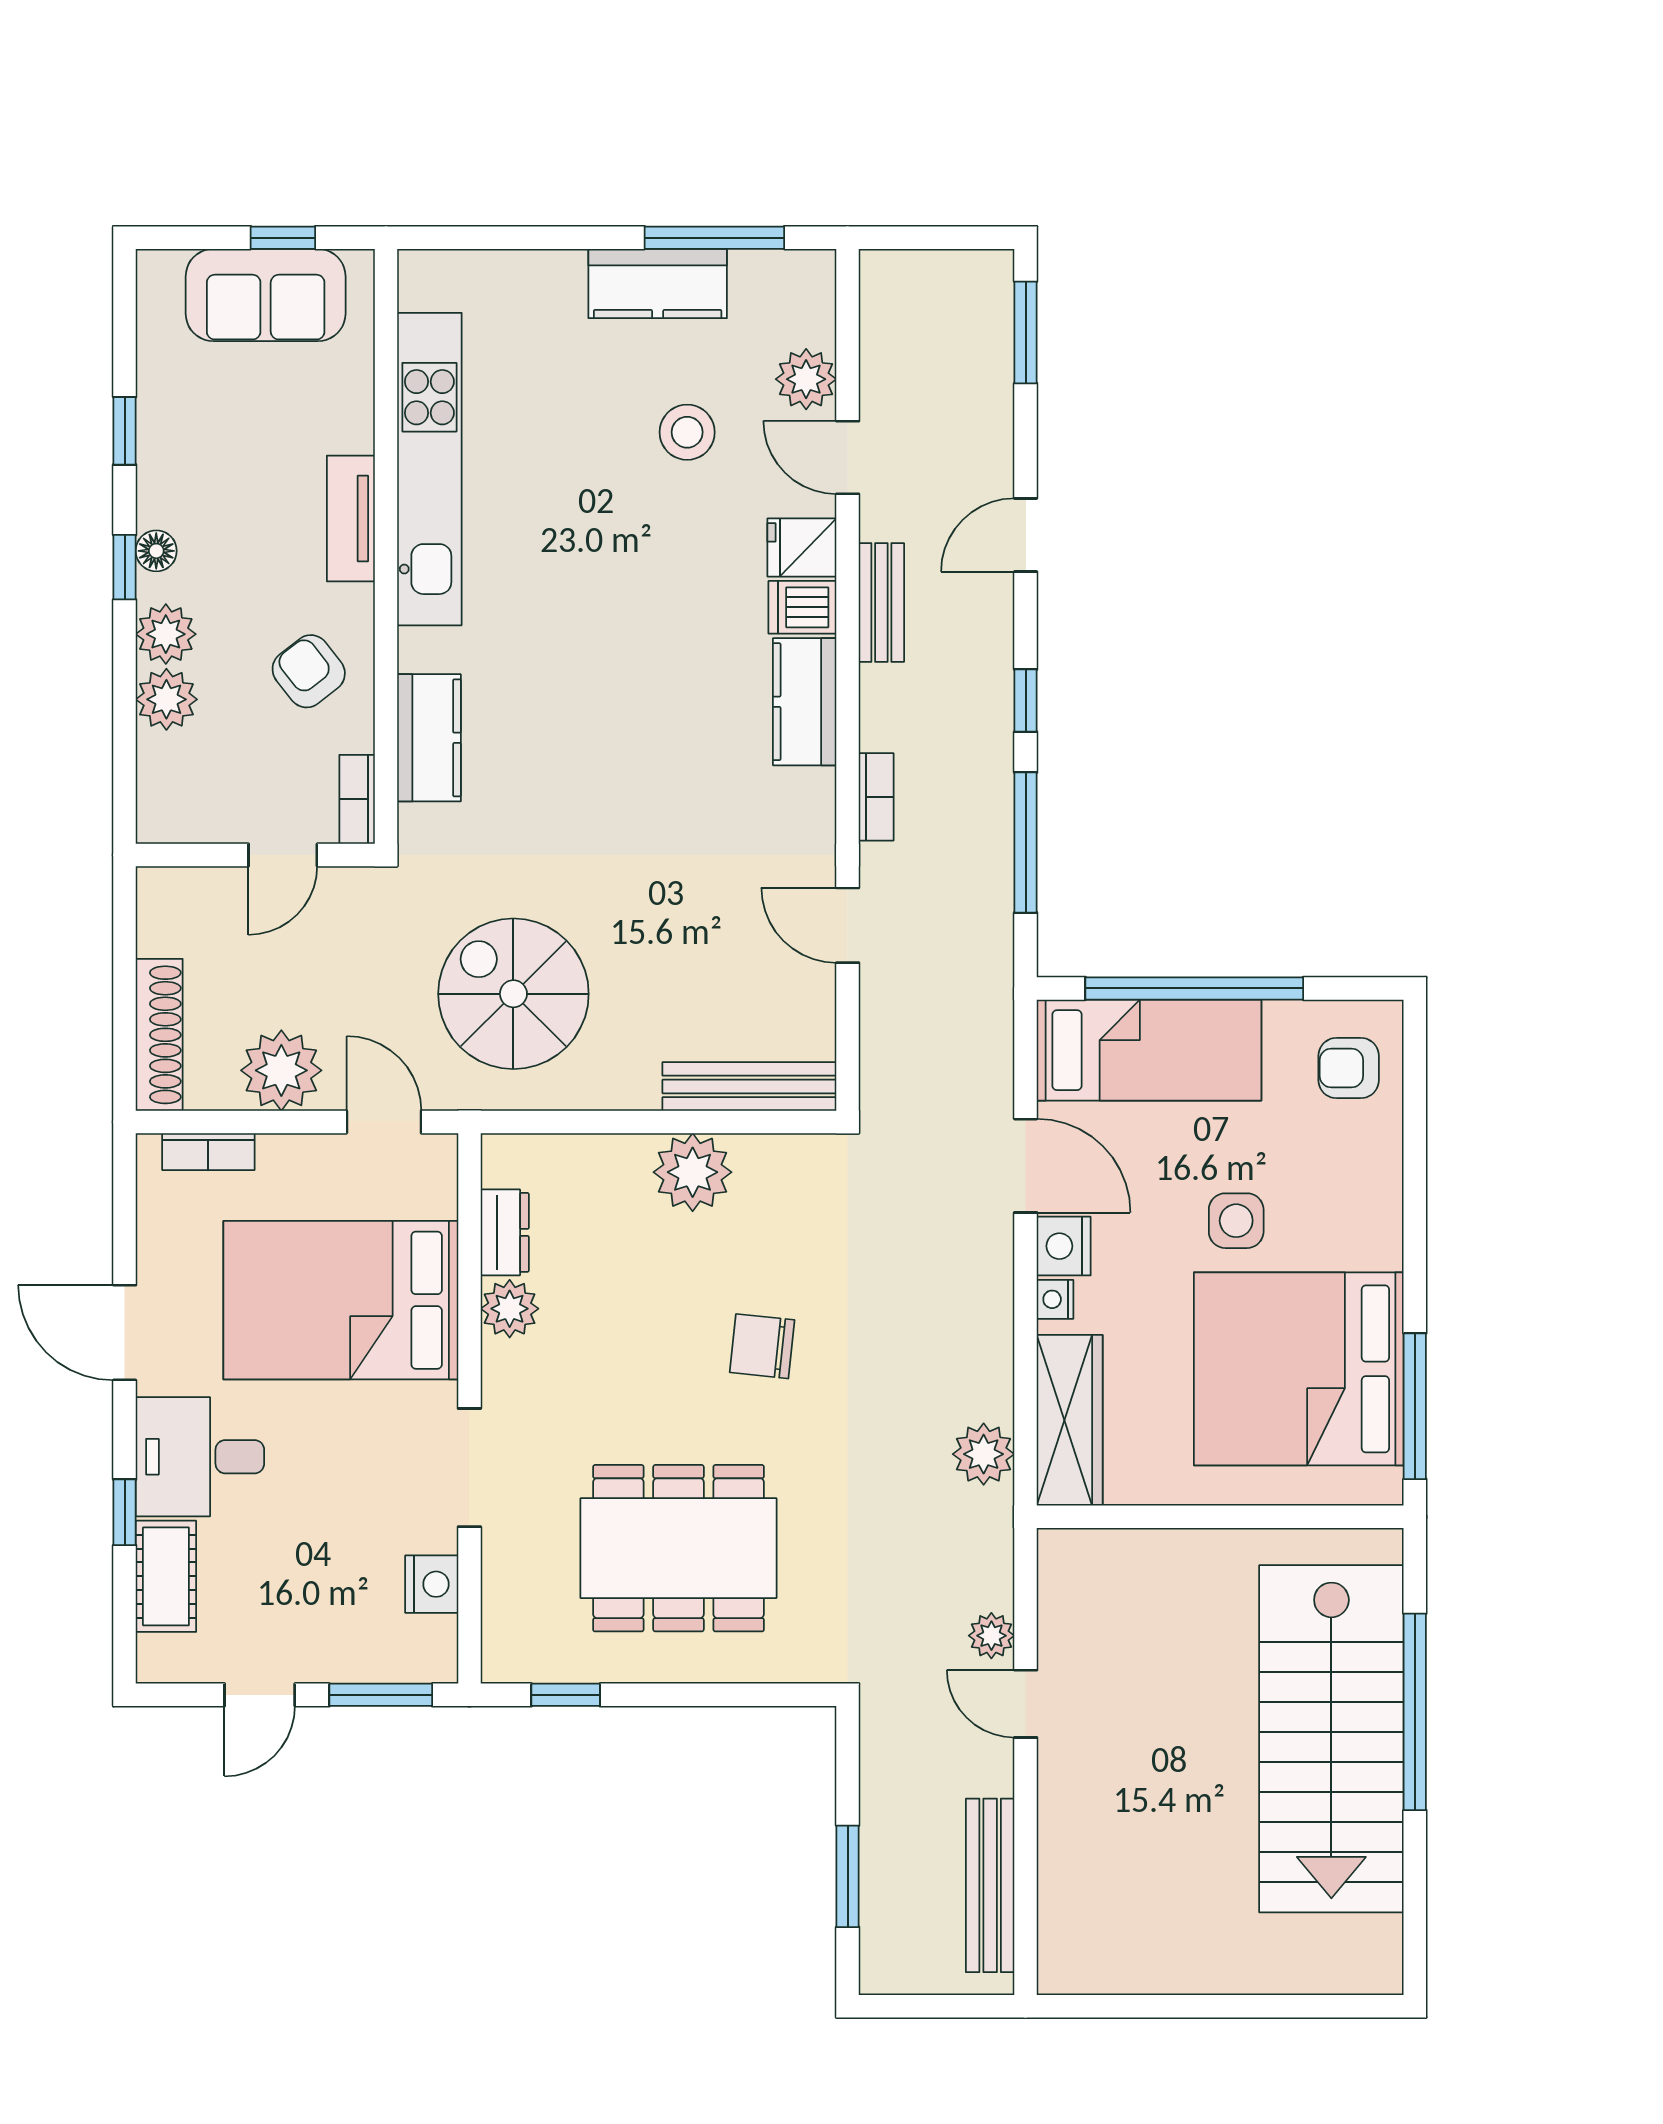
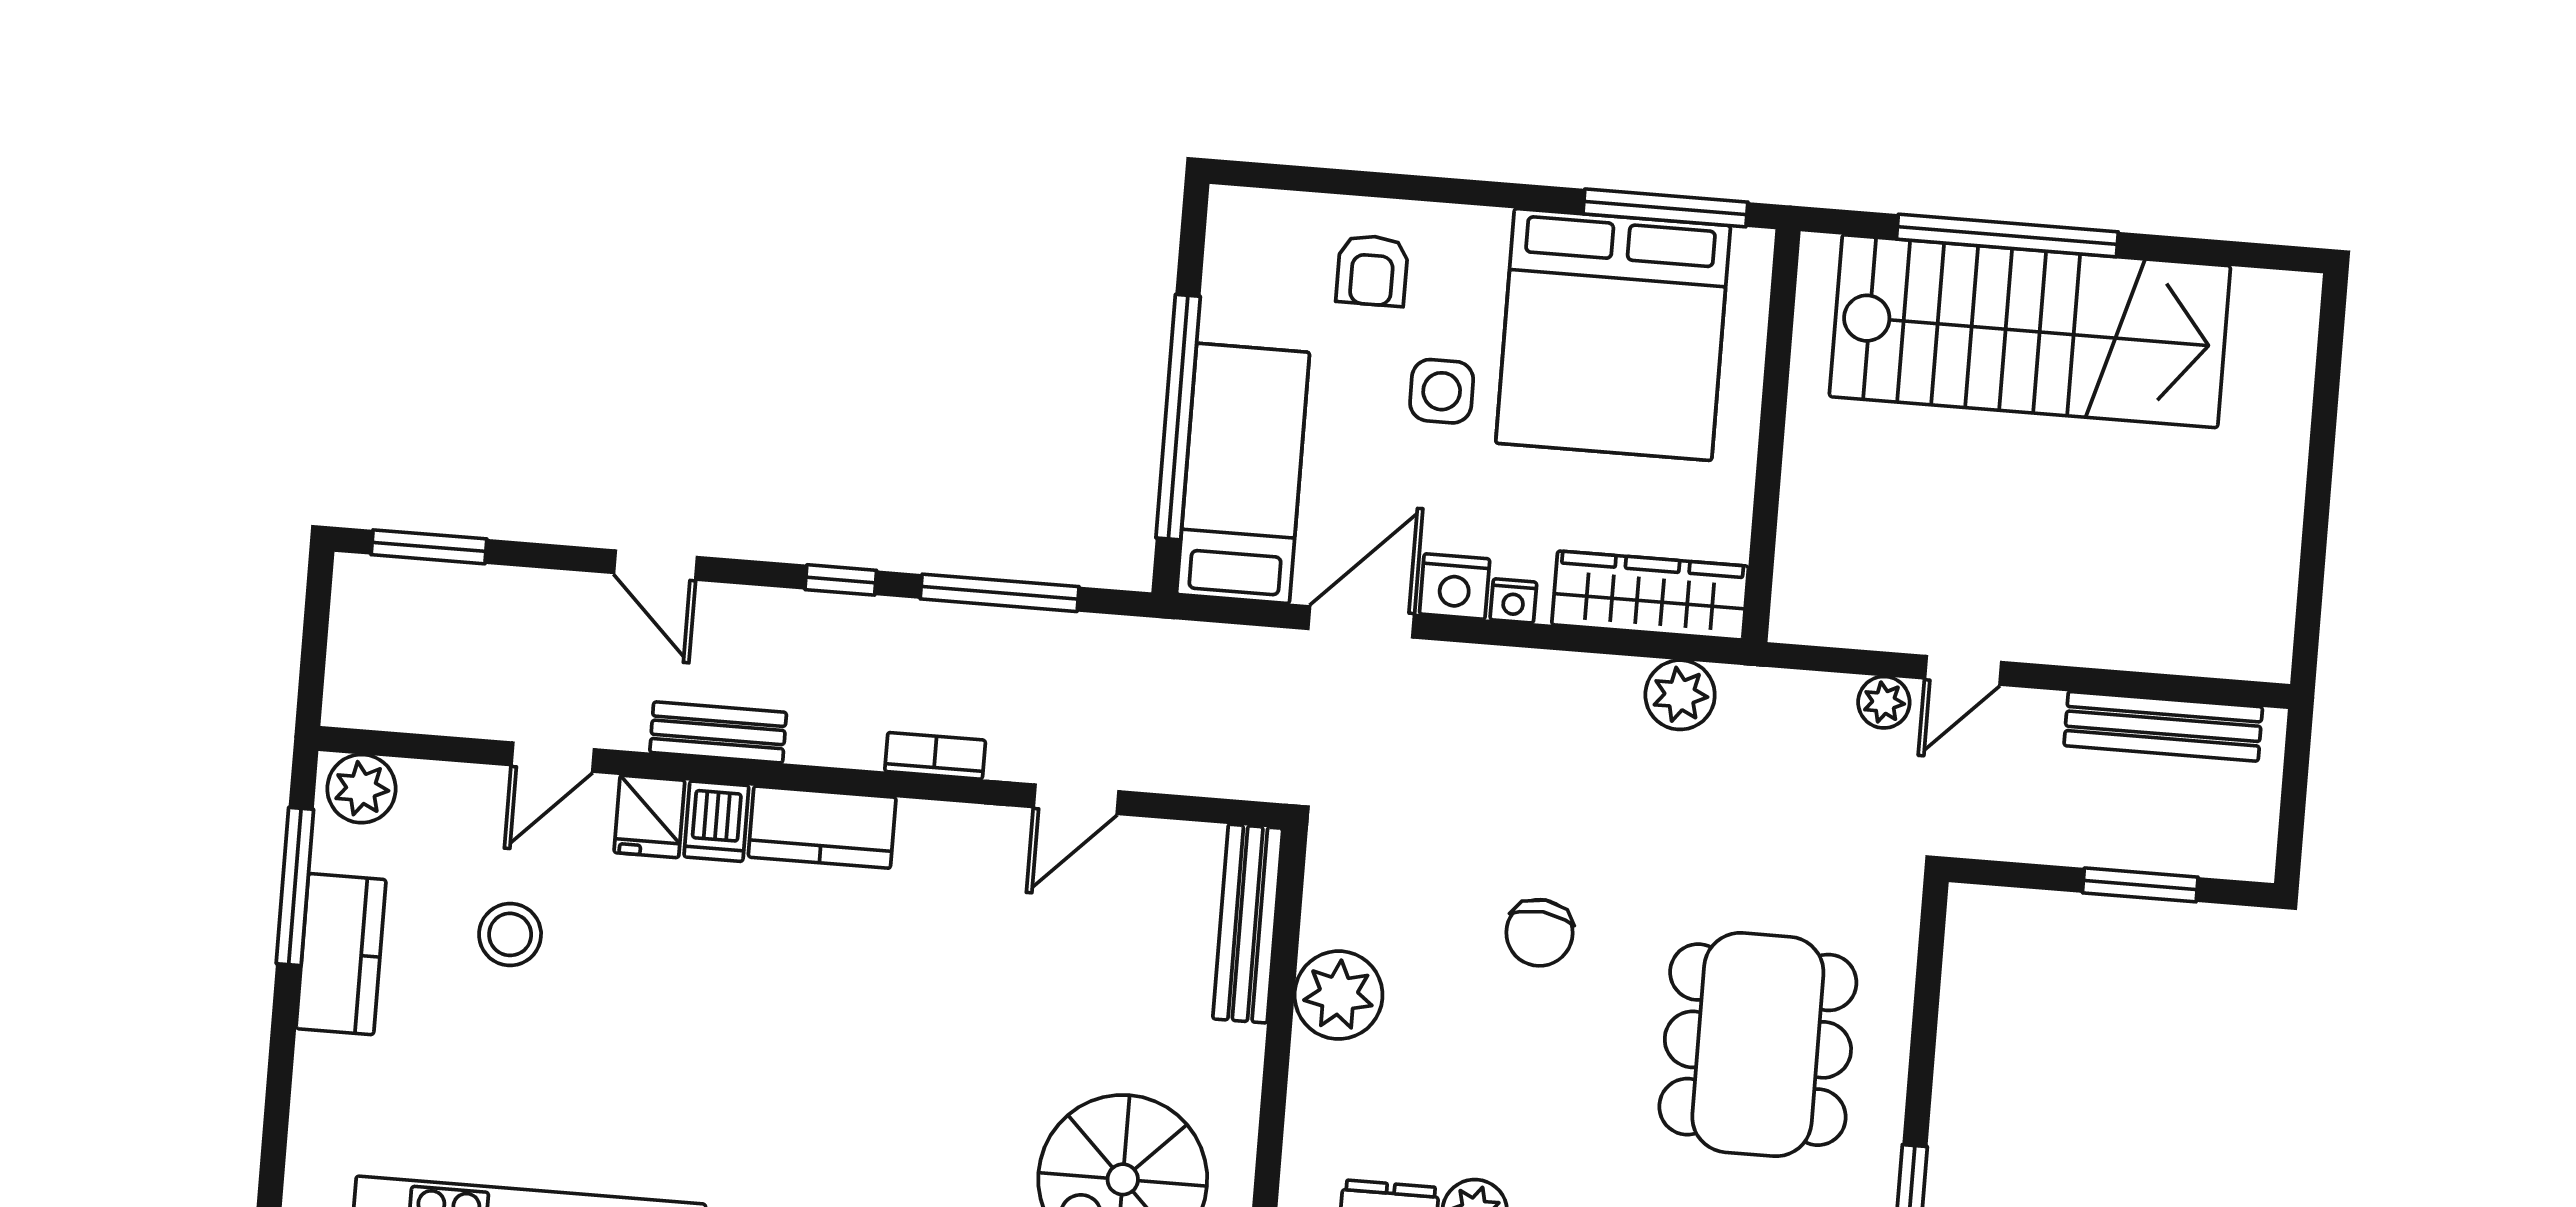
plant: (806, 379) -> (361, 789), moved
armchair: (1349, 1068) -> (1372, 270), moved

